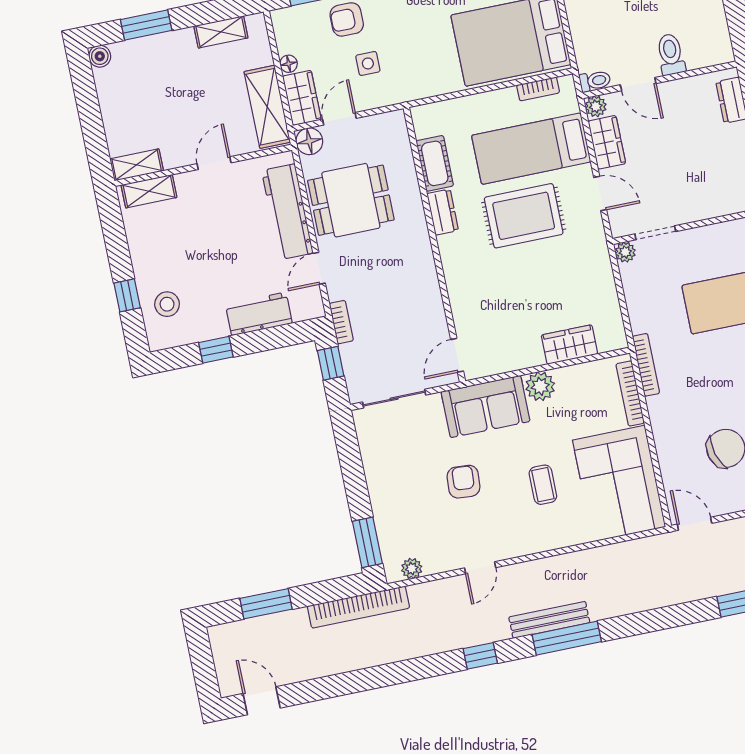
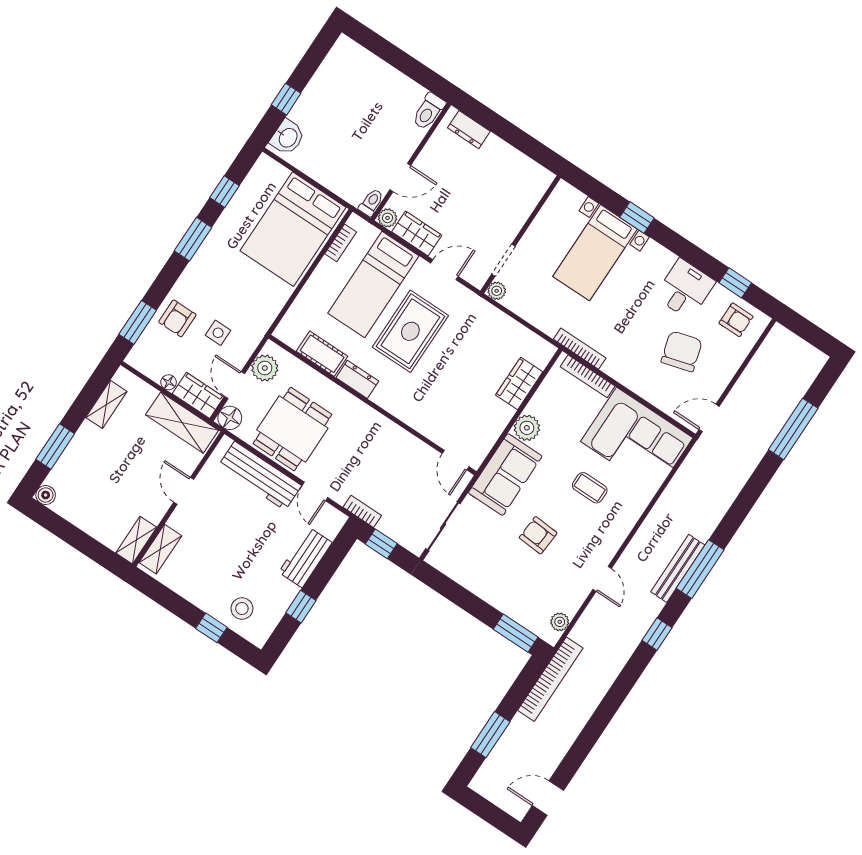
toilet: (671, 54) -> (429, 111), moved, turned -90
plant: (377, 129) -> (265, 368), added

